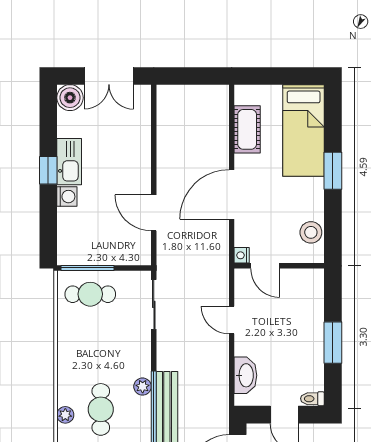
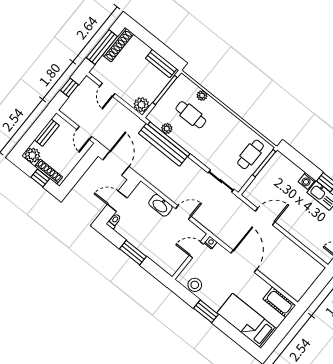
cot: (247, 129) -> (279, 302), moved
window: (333, 171) -> (206, 311), moved
washbasin: (245, 375) -> (160, 205), moved
plant: (143, 387) -> (167, 129), moved

